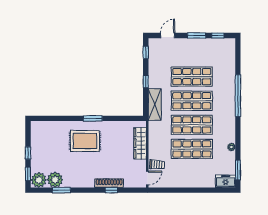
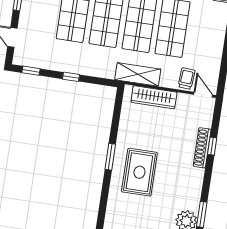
shelving: (155, 105) -> (138, 74), moved

